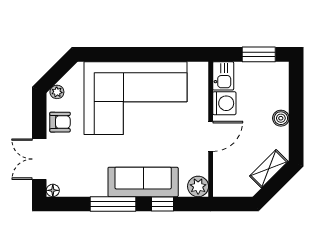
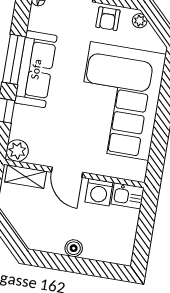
window: (259, 54) -> (144, 236), removed
shelving: (269, 169) -> (26, 177), moved, turned -45
sofa: (143, 182) -> (36, 69), moved

